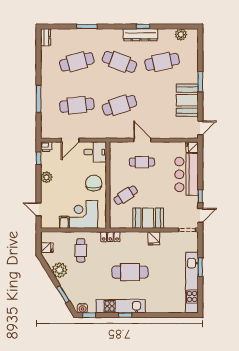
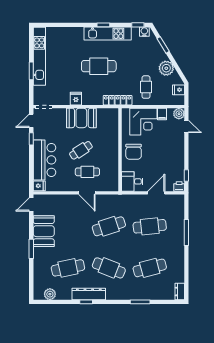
plant: (46, 177) -> (179, 114), moved
cafe table: (126, 195) -> (81, 150), moved
locker: (110, 237) -> (118, 100), width x1.53

